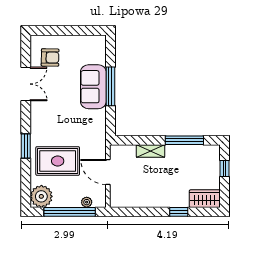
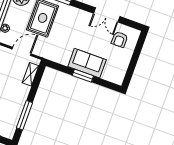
window: (110, 86) -> (83, 76), width x0.69
shelving: (150, 151) -> (31, 74), moved

